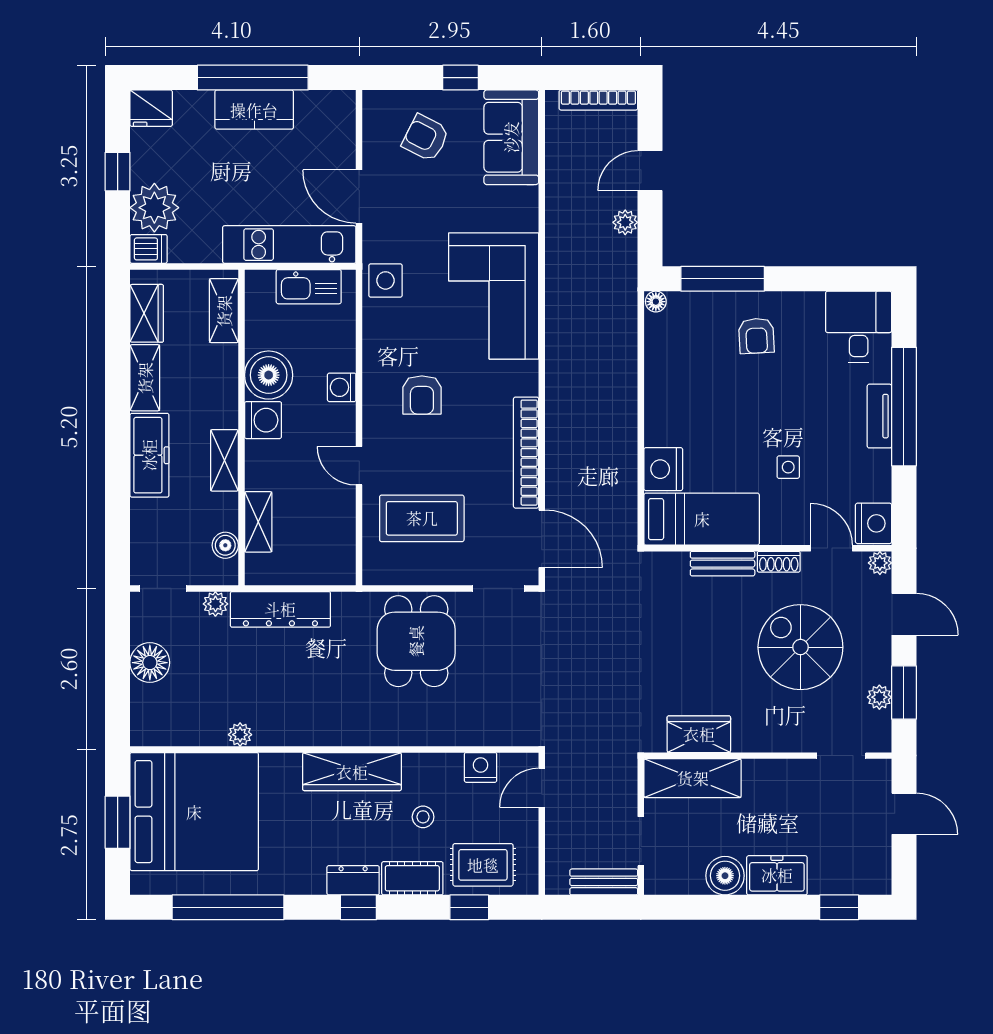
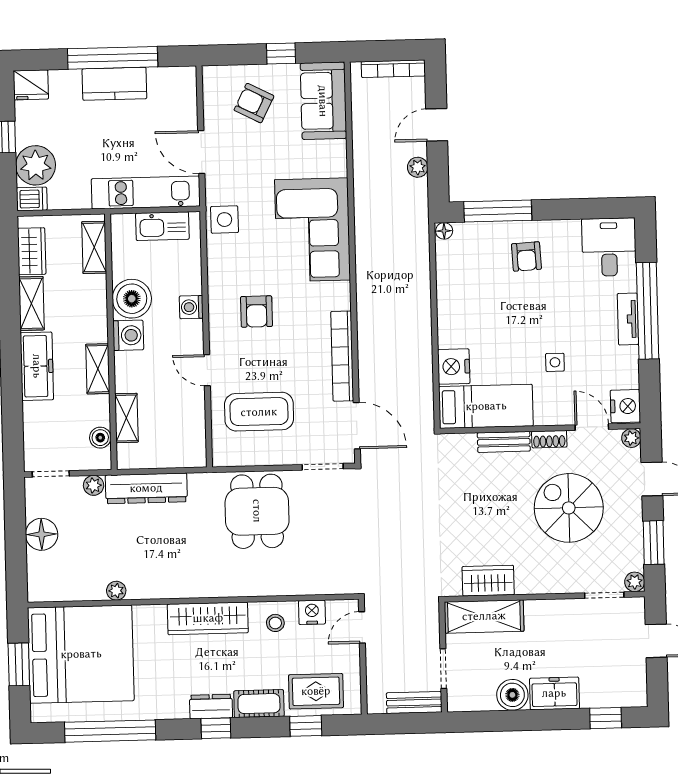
plant: (879, 697) -> (635, 582), moved
stool: (423, 817) -> (275, 623), moved

